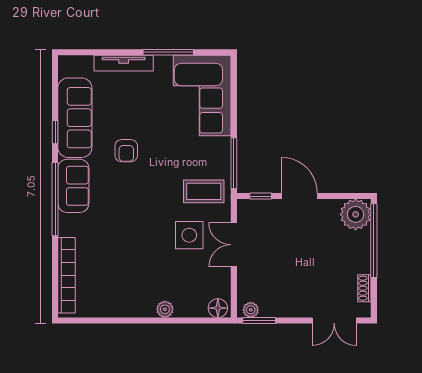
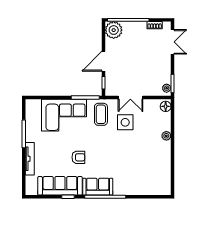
corner sofa: (202, 95) -> (64, 115), moved
bookcase: (67, 275) -> (147, 190), removed

